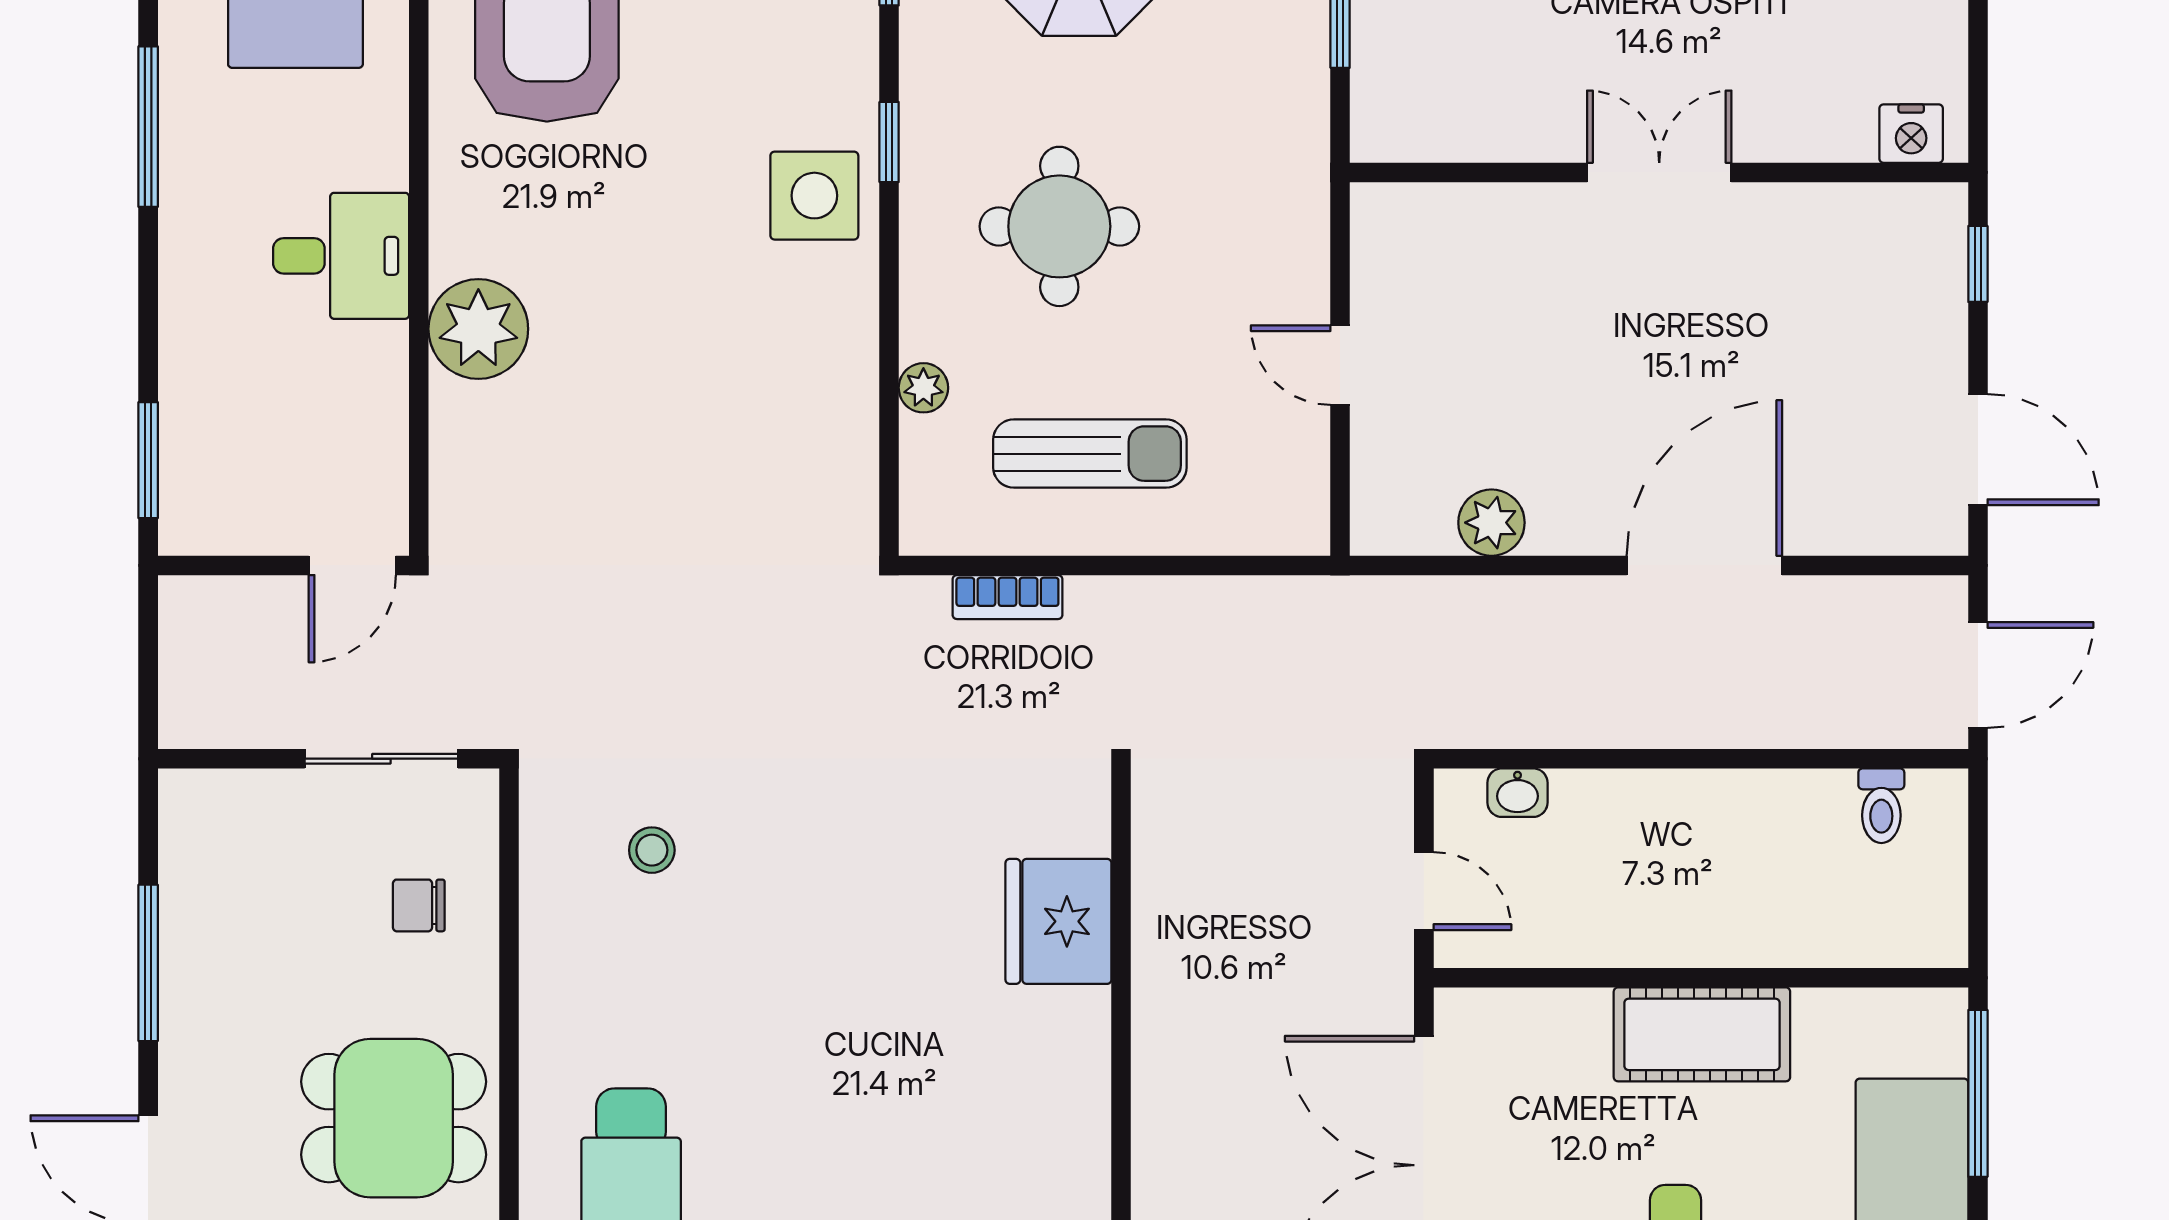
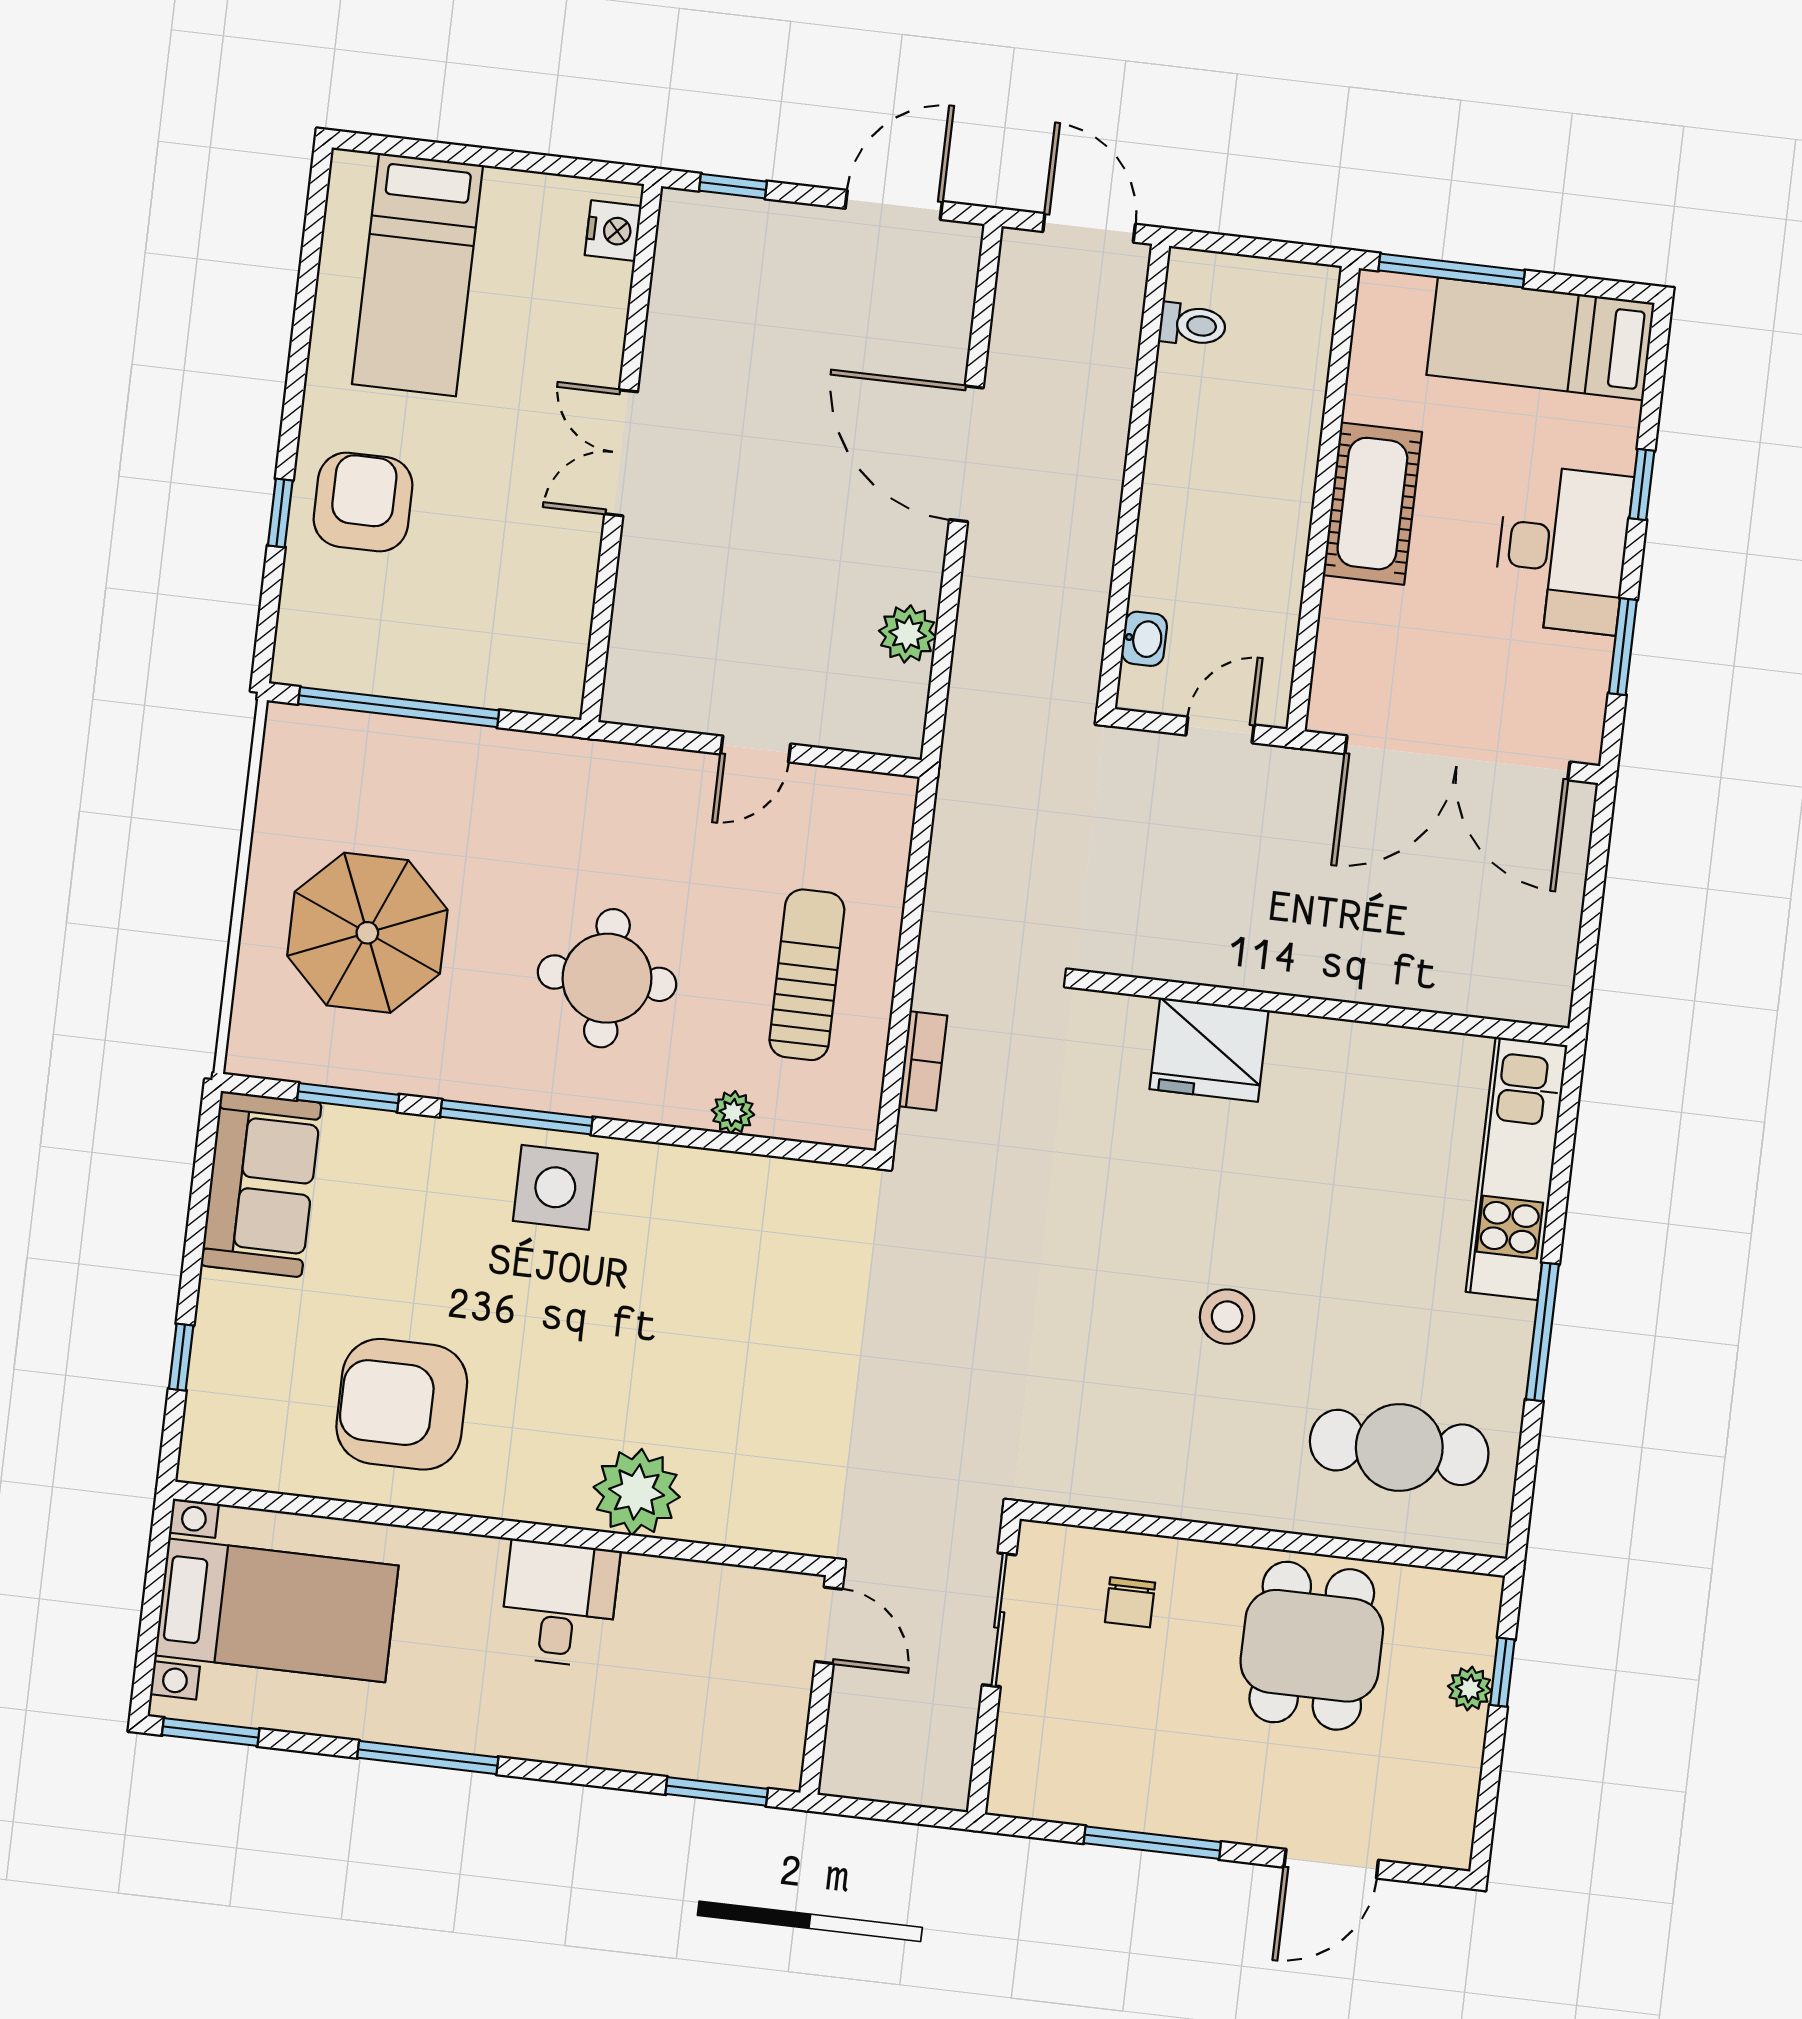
window: (889, 142) -> (516, 1117), width x2.17
stool: (652, 850) -> (1227, 1317), moved, width x1.37, depth x1.37

